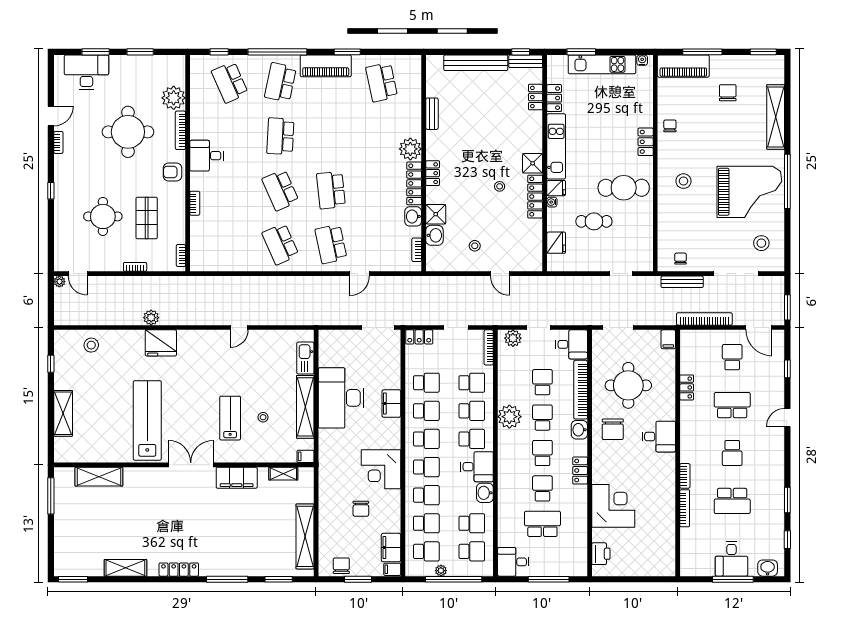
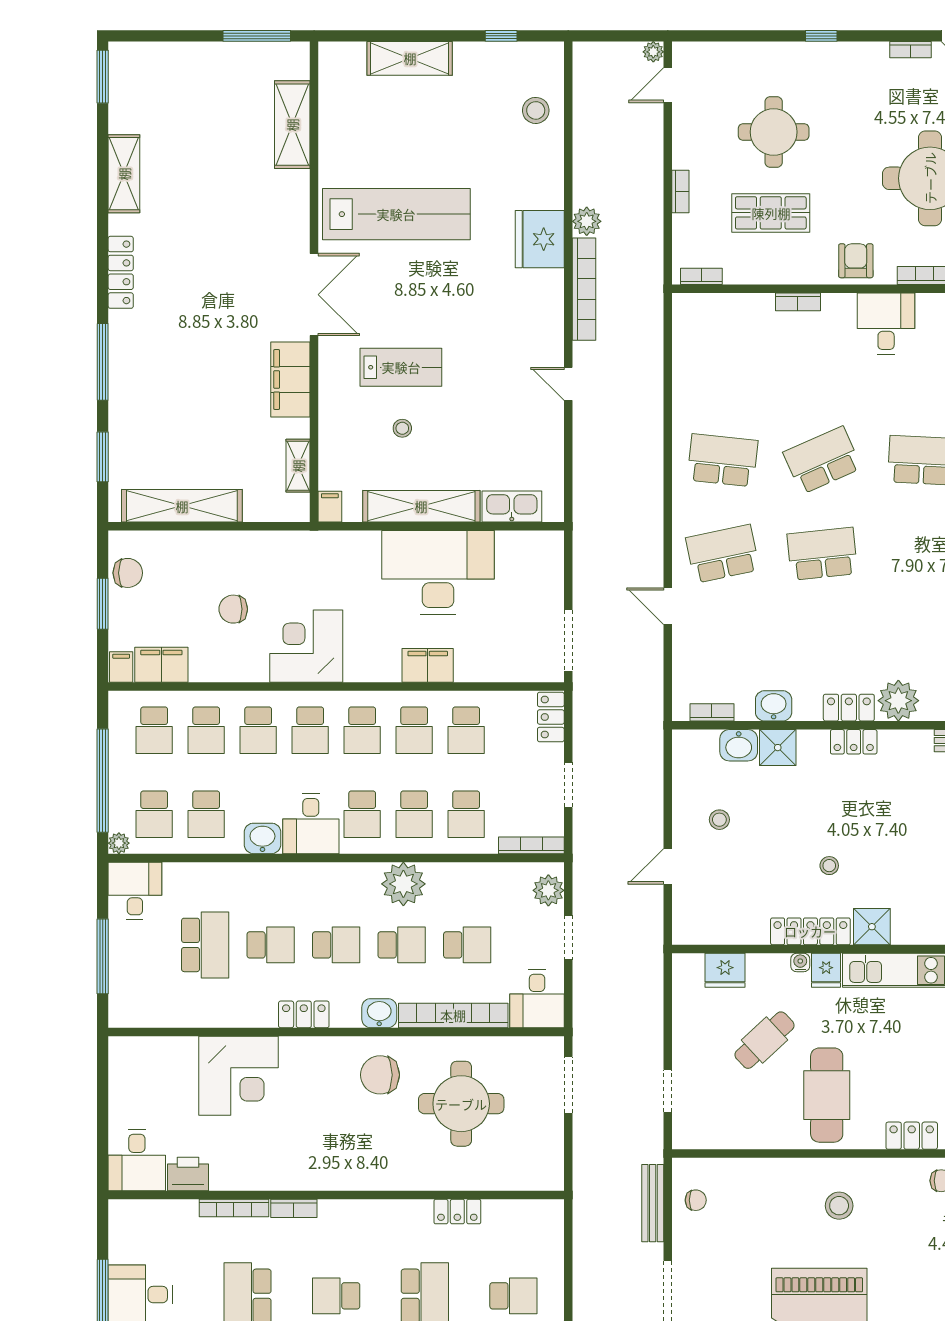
locker: (414, 183) -> (849, 708), width x0.66
cafe table: (594, 221) -> (765, 1040), turned 47
school desk: (280, 244) -> (723, 460), turned 30
bookcase: (704, 319) -> (584, 289), moved
filing cabinet: (668, 339) -> (546, 1178), removed
desk: (659, 437) -> (137, 1160), moved
printer: (601, 554) -> (188, 1174), moved, turned 180
plant: (441, 571) -> (119, 843), moved

